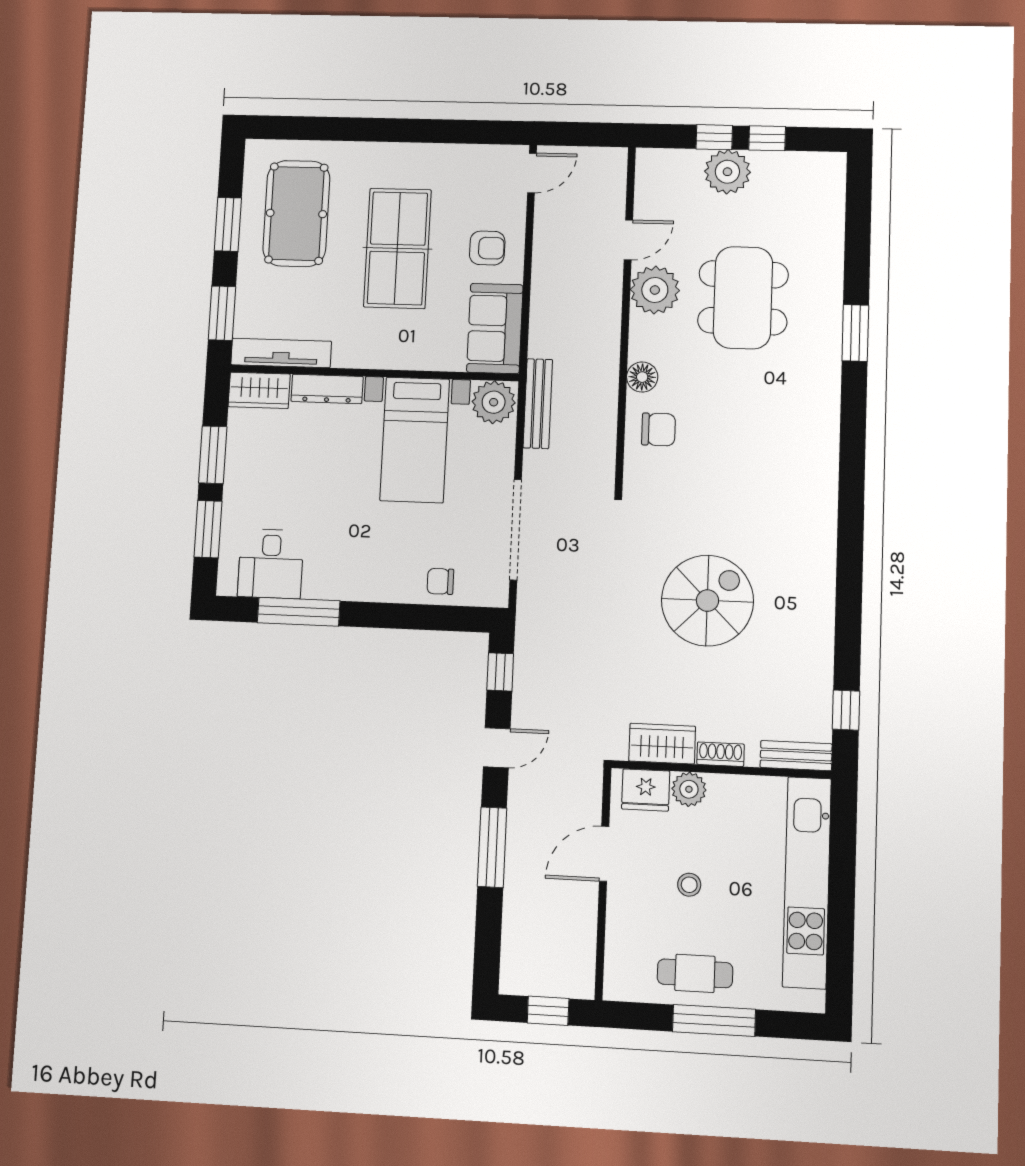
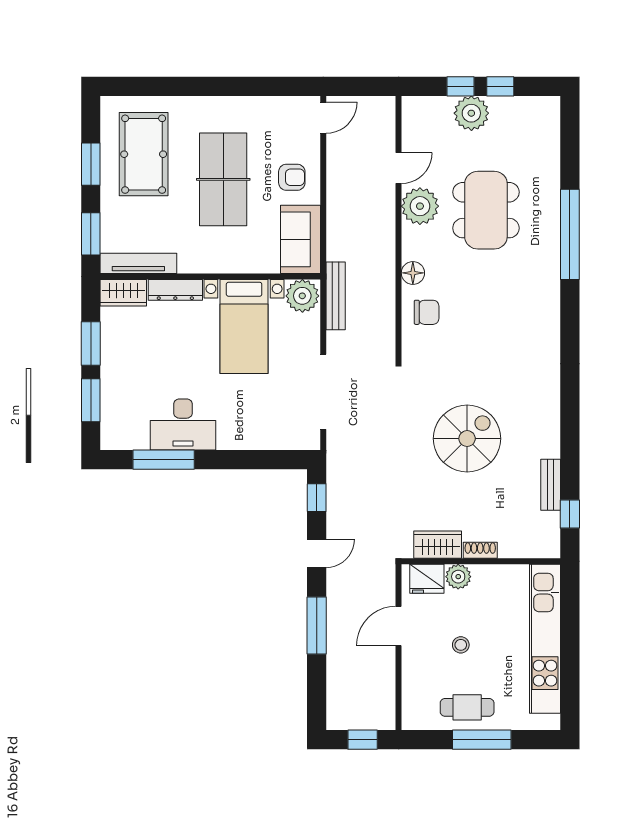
window: (855, 333) -> (570, 234), width x2.11
desk: (271, 564) -> (183, 424), moved, width x1.37
chair: (440, 581) -> (269, 432), removed
bench: (796, 756) -> (551, 485), moved, turned 90

